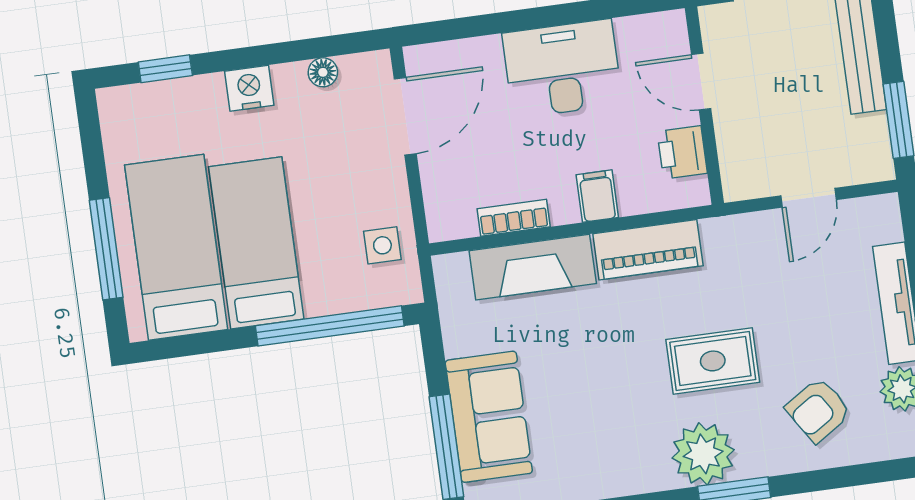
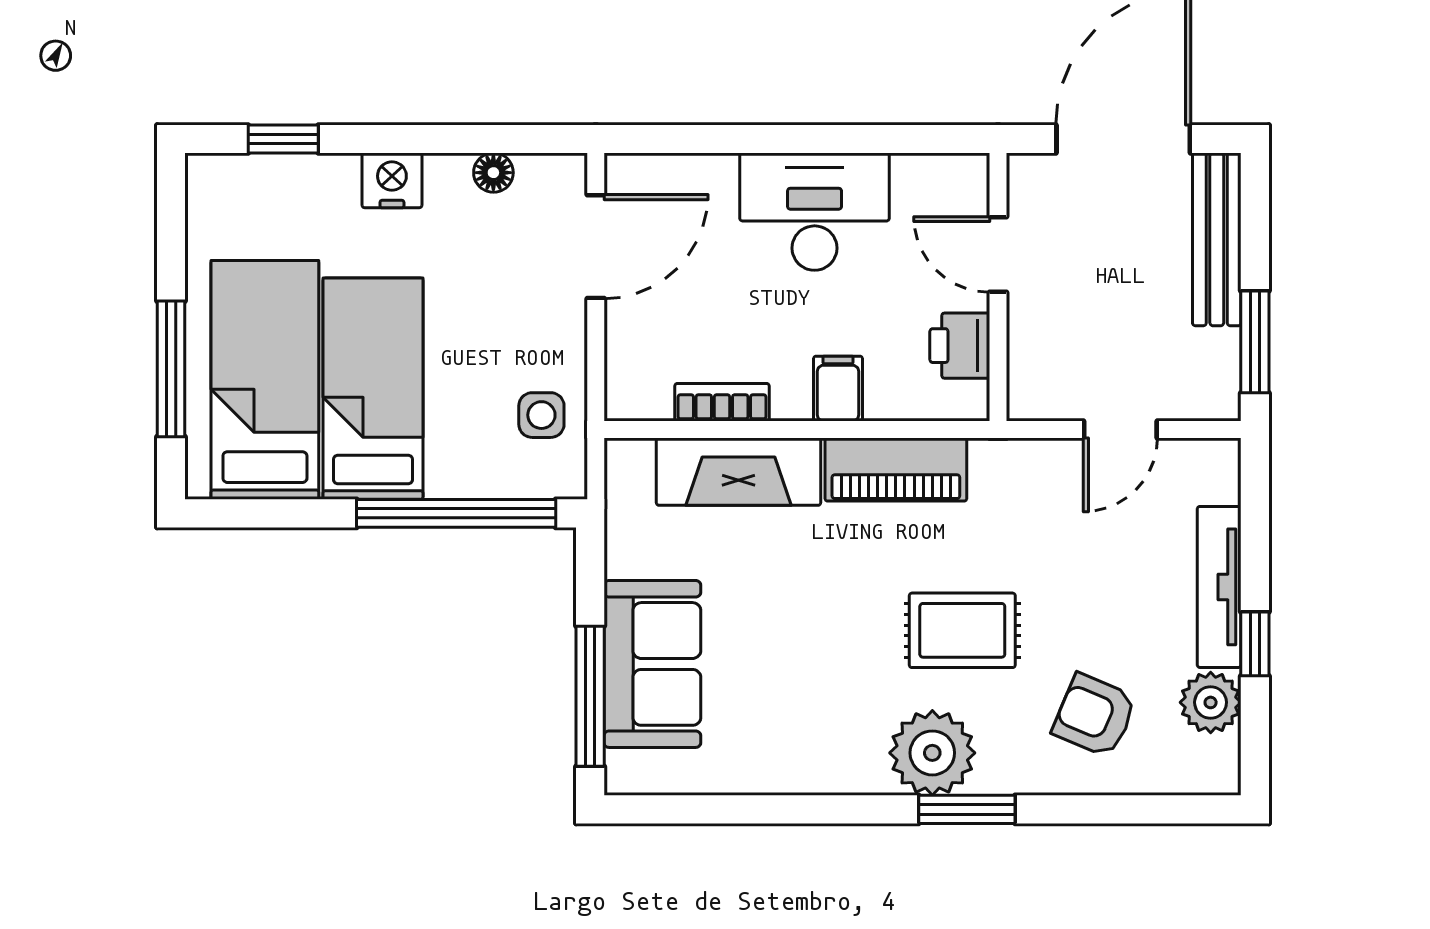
armchair: (818, 410) -> (1094, 715), turned 56

